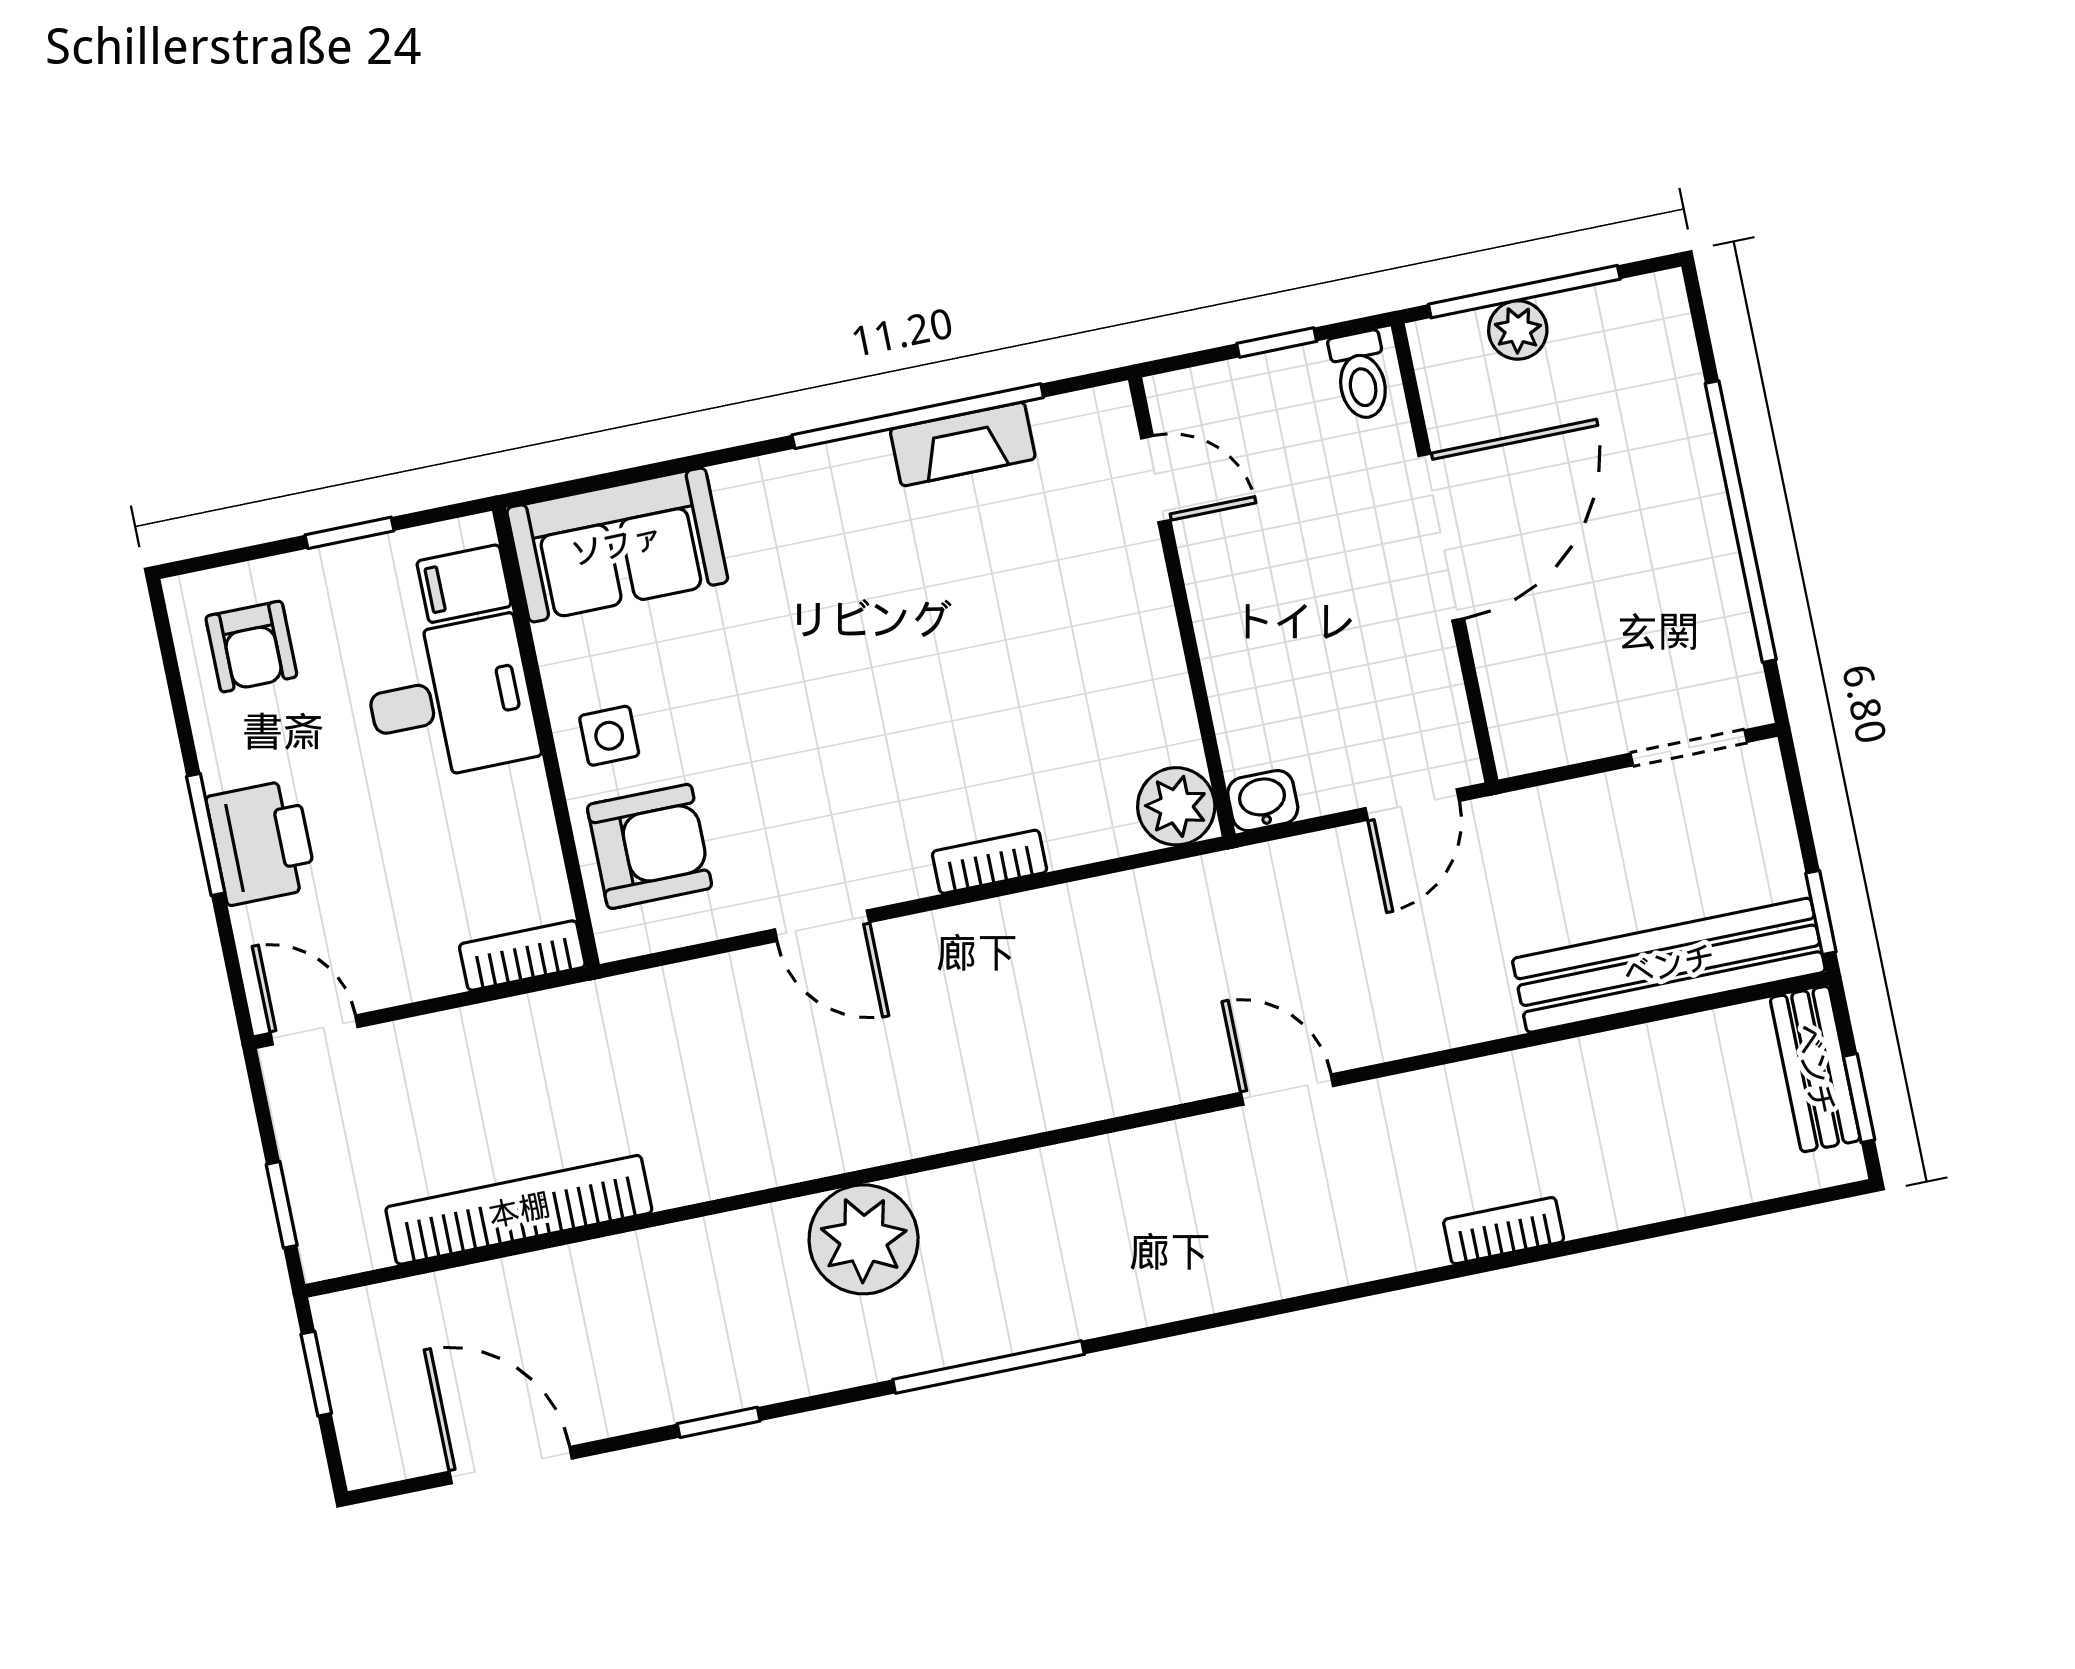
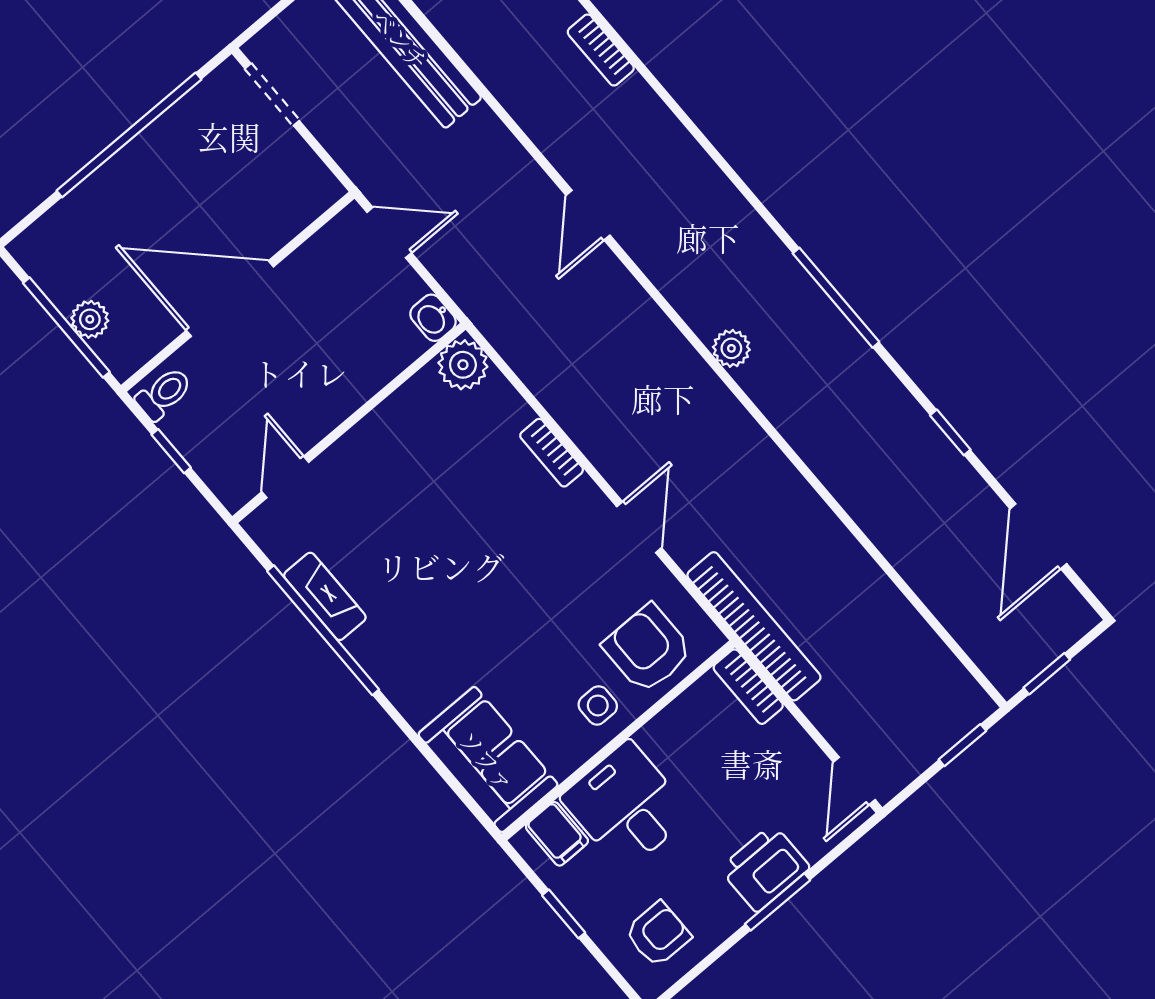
bookcase: (519, 1210) -> (754, 626), moved, turned 180
plant: (864, 1239) -> (731, 348), moved, width x0.53, depth x0.53

